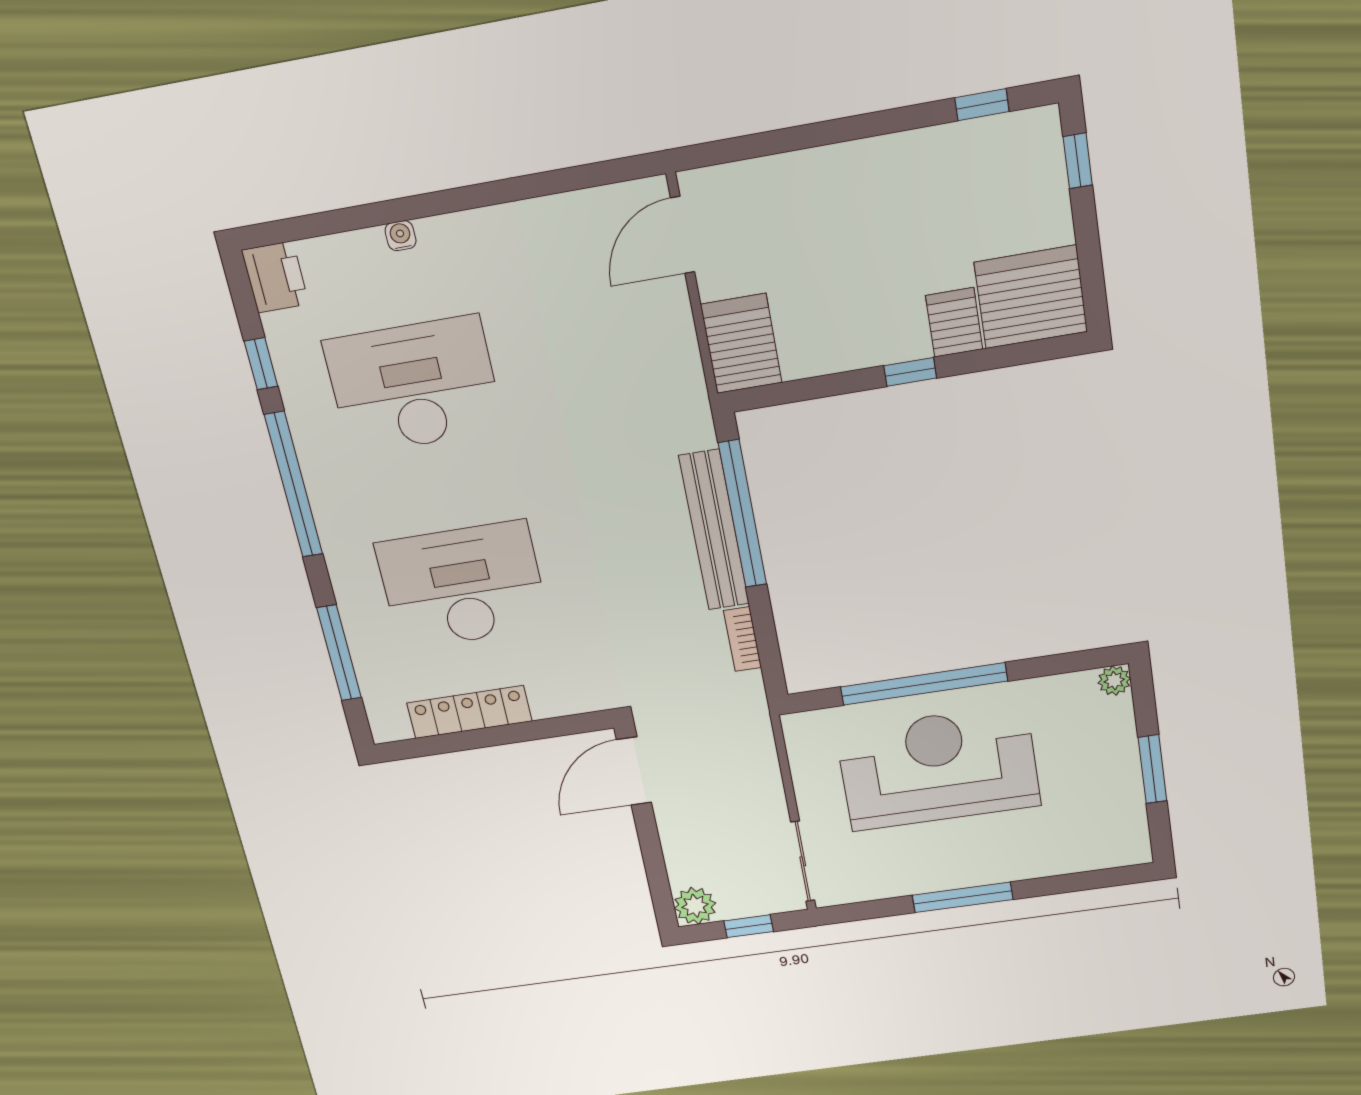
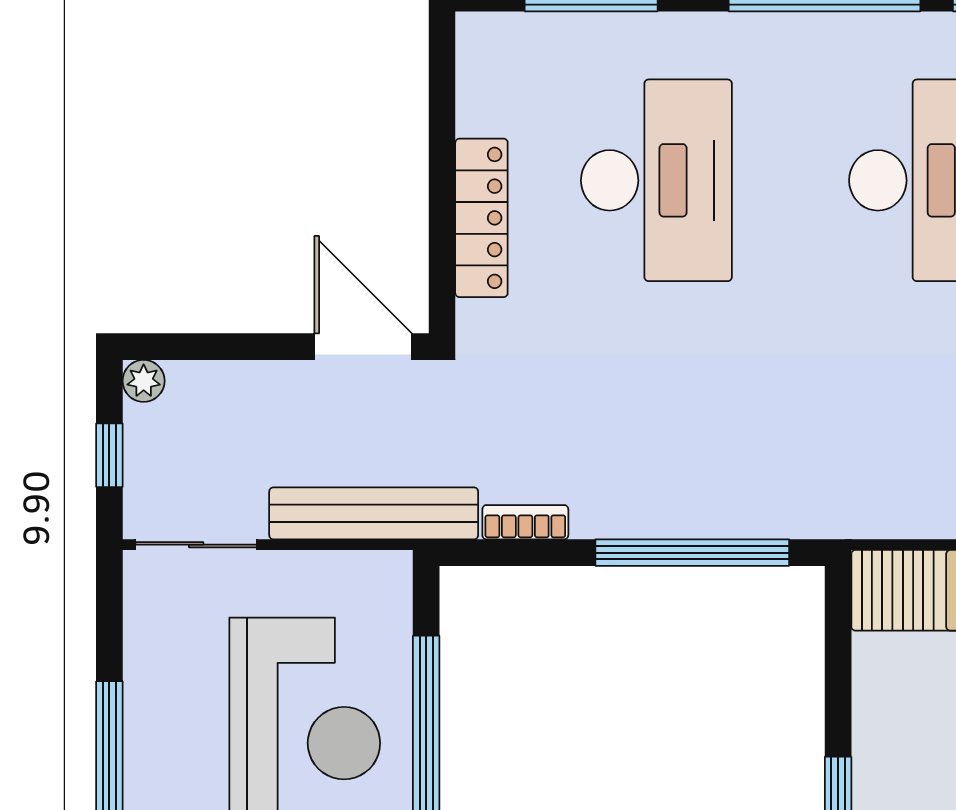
bench: (714, 530) -> (374, 513), moved
locker: (469, 712) -> (481, 218), moved
plant: (695, 906) -> (144, 381), width x0.73, depth x0.73

